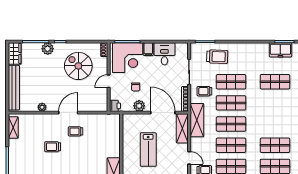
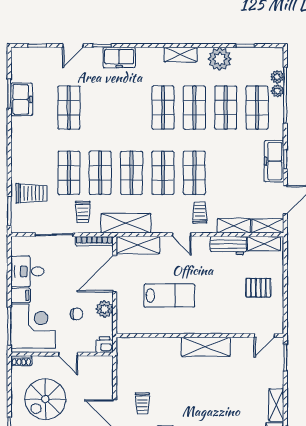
trolley: (217, 57) -> (32, 193), turned 88
door: (189, 158) -> (182, 235), swing flipped

